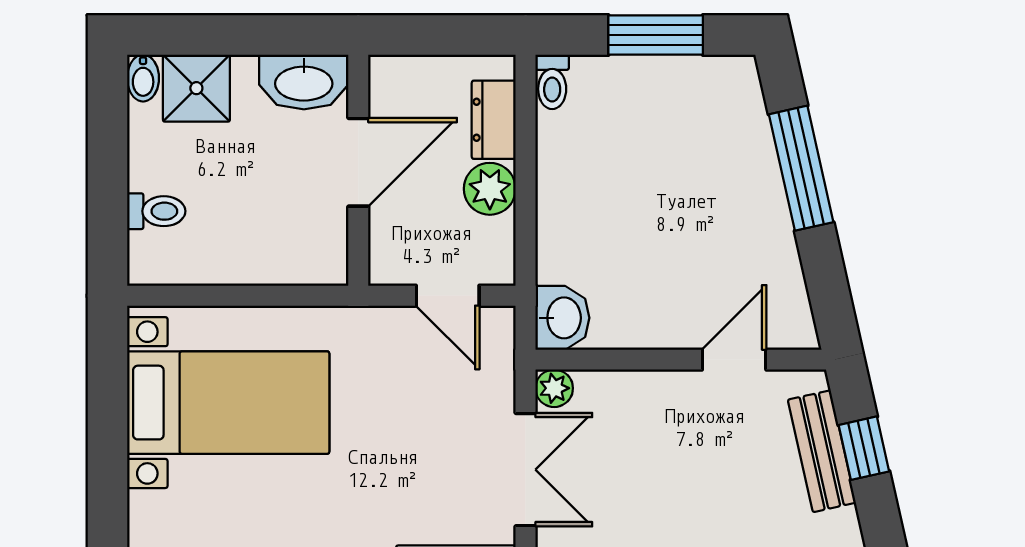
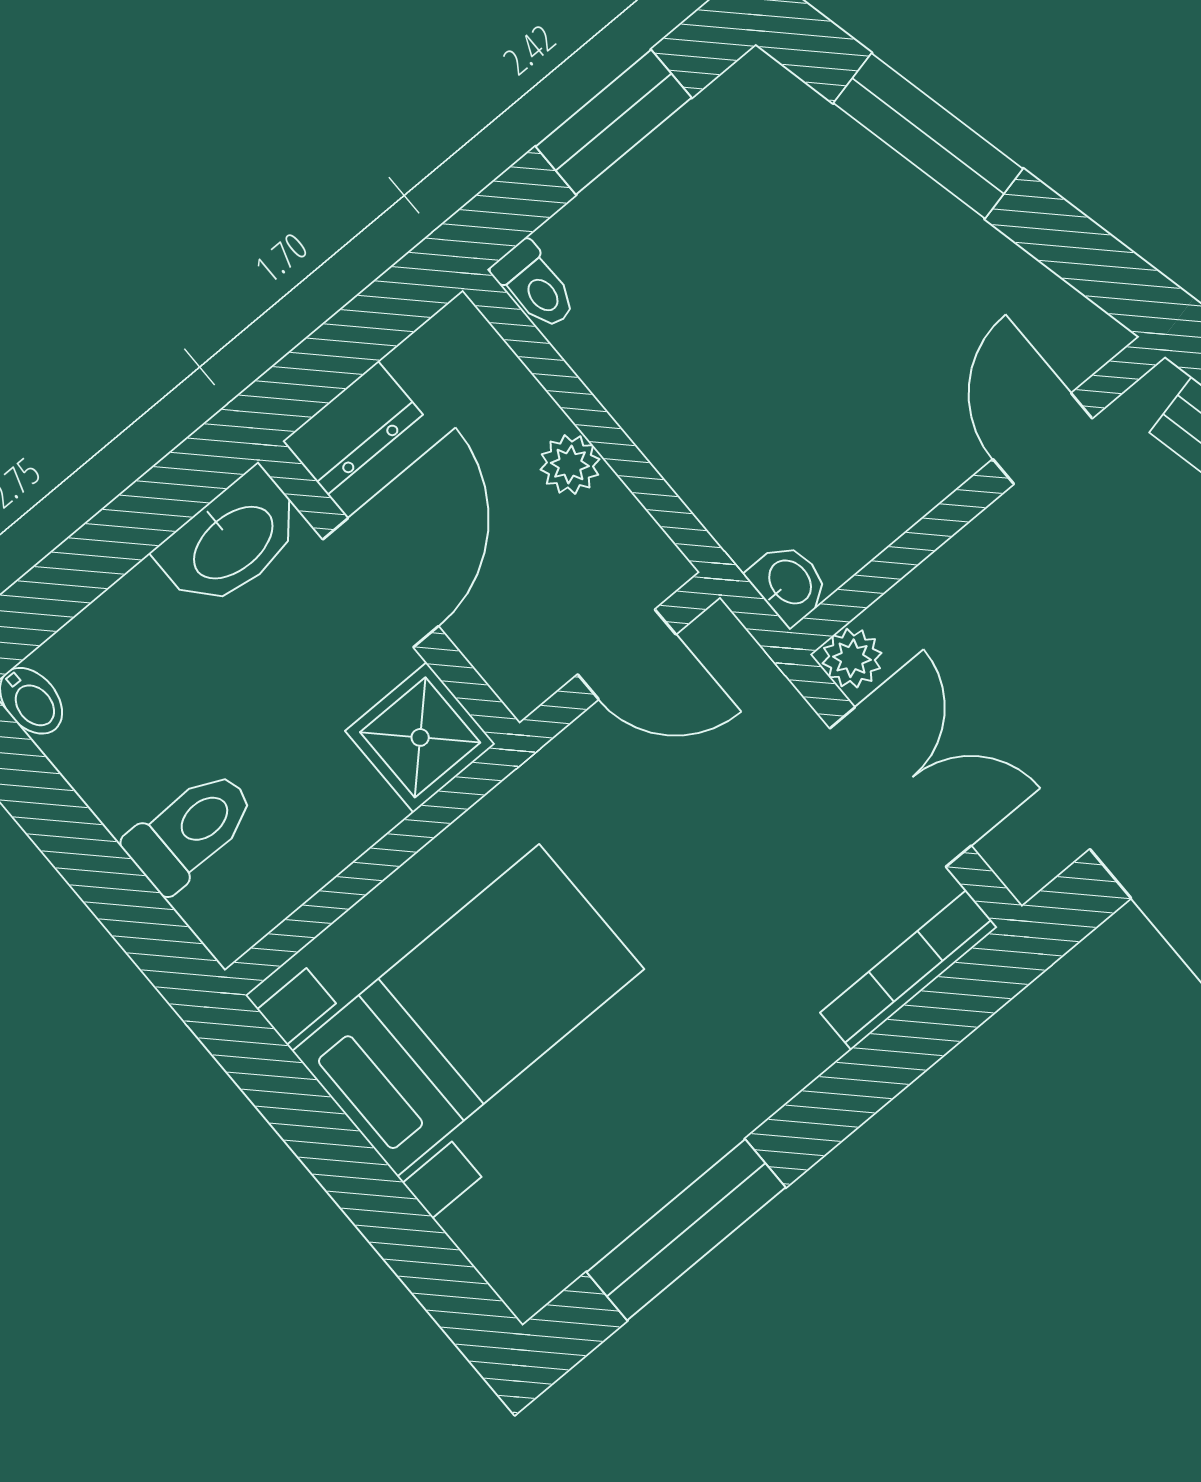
shower: (196, 88) -> (420, 737), moved
dresser: (494, 120) -> (353, 428), moved, turned -90
plant: (490, 189) -> (570, 464), width x0.73, depth x0.73
toilet: (156, 211) -> (191, 830), width x1.37, depth x1.39
washbasin: (562, 318) -> (789, 583), width x0.72, depth x0.69

